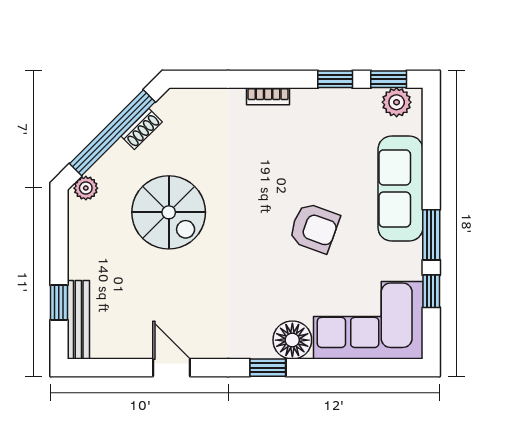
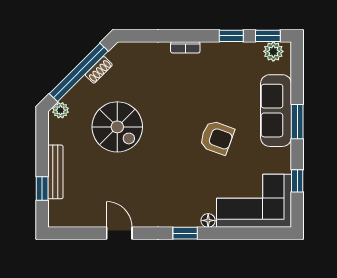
window: (431, 235) -> (297, 122), moved
bench: (78, 320) -> (55, 172), moved
floor lamp: (292, 340) -> (208, 220), width x0.53, depth x0.53

